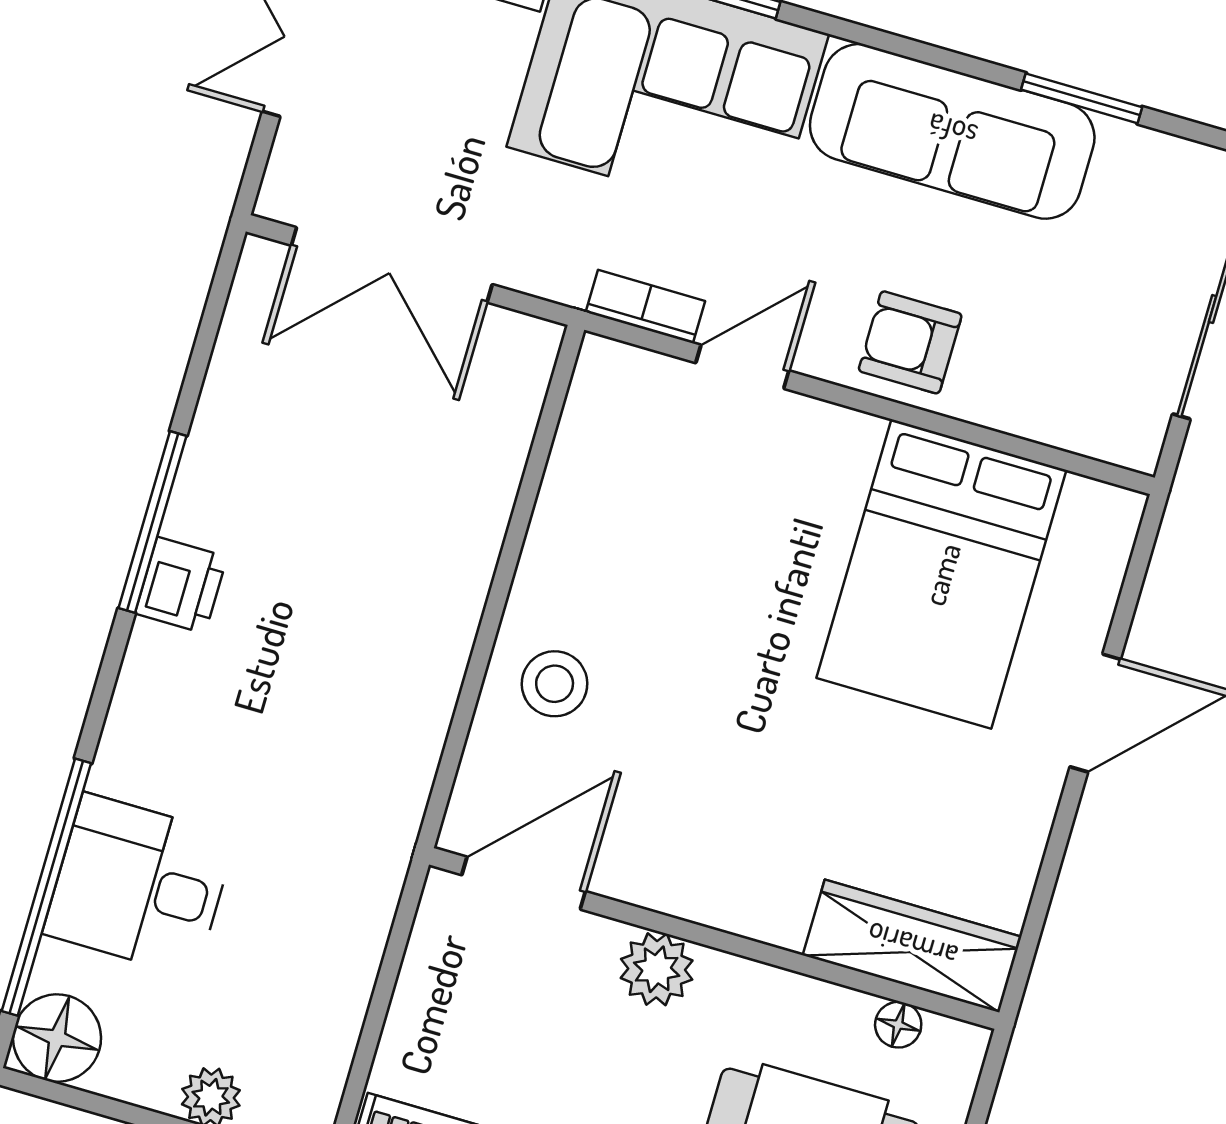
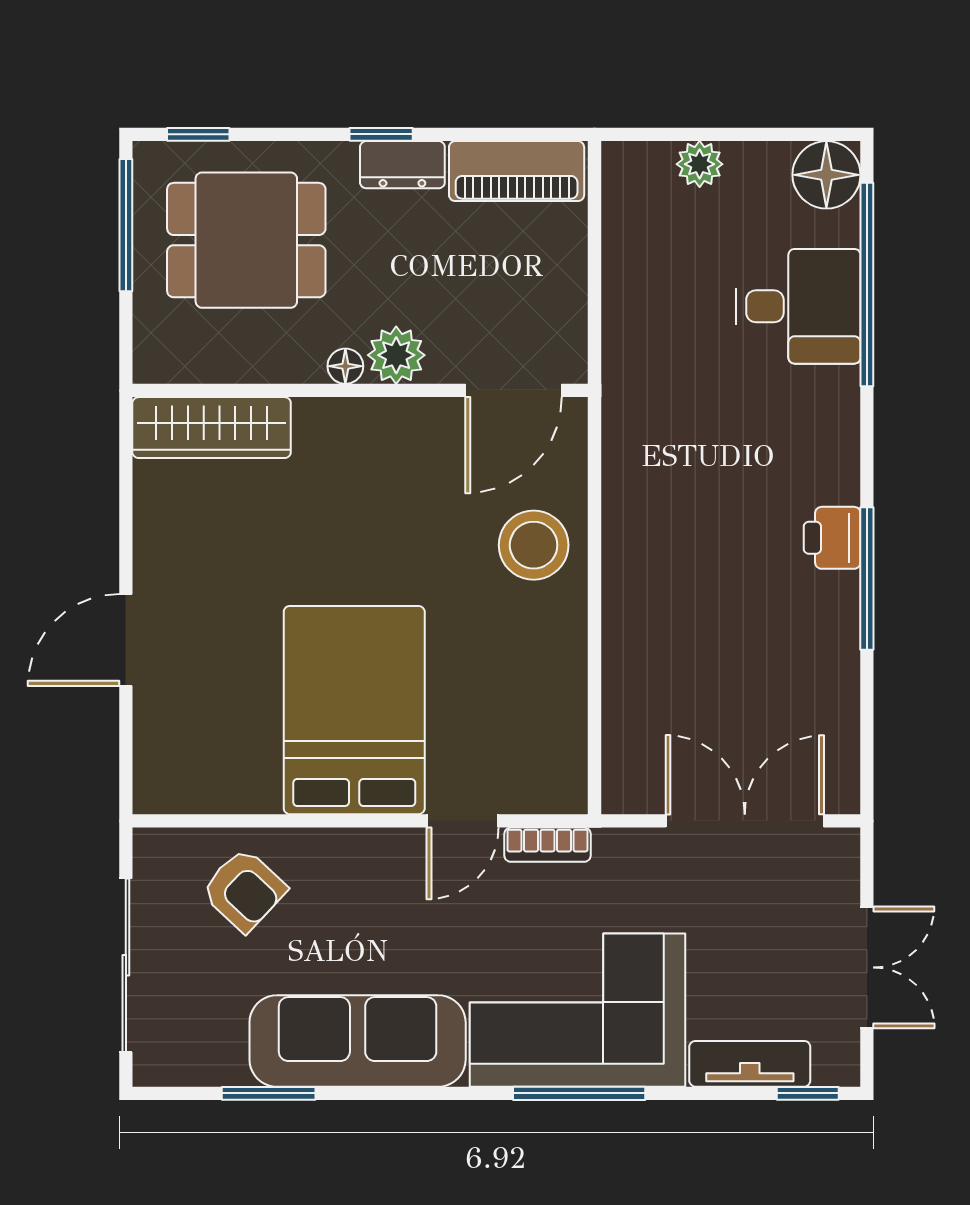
armchair: (910, 342) -> (244, 890), moved, turned 43
bed: (941, 574) -> (354, 710), moved
stool: (555, 684) -> (534, 545), width x1.38, depth x1.38
floor lamp: (898, 1025) -> (345, 366), moved

